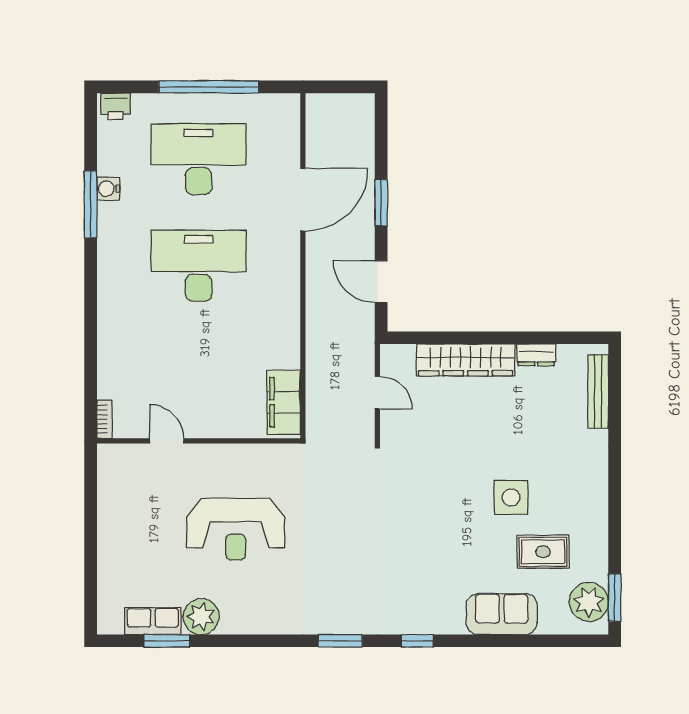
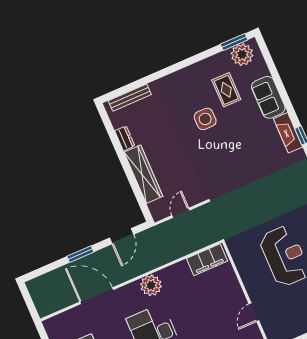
plant: (282, 294) -> (151, 285), added
fireplace: (431, 621) -> (288, 133), added

